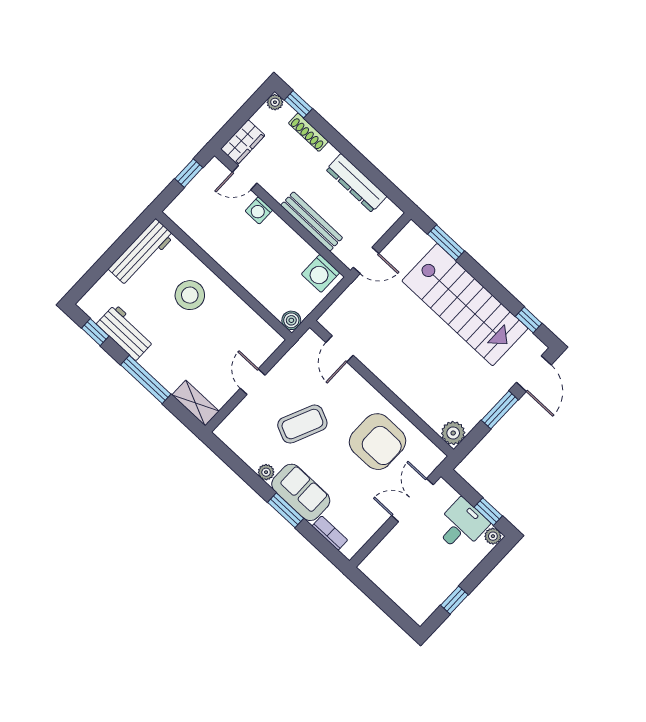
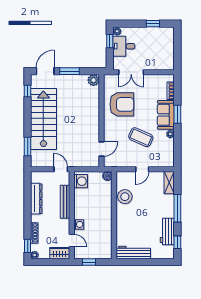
stool: (190, 295) -> (125, 197), moved
armchair: (377, 442) -> (122, 104), turned 90

